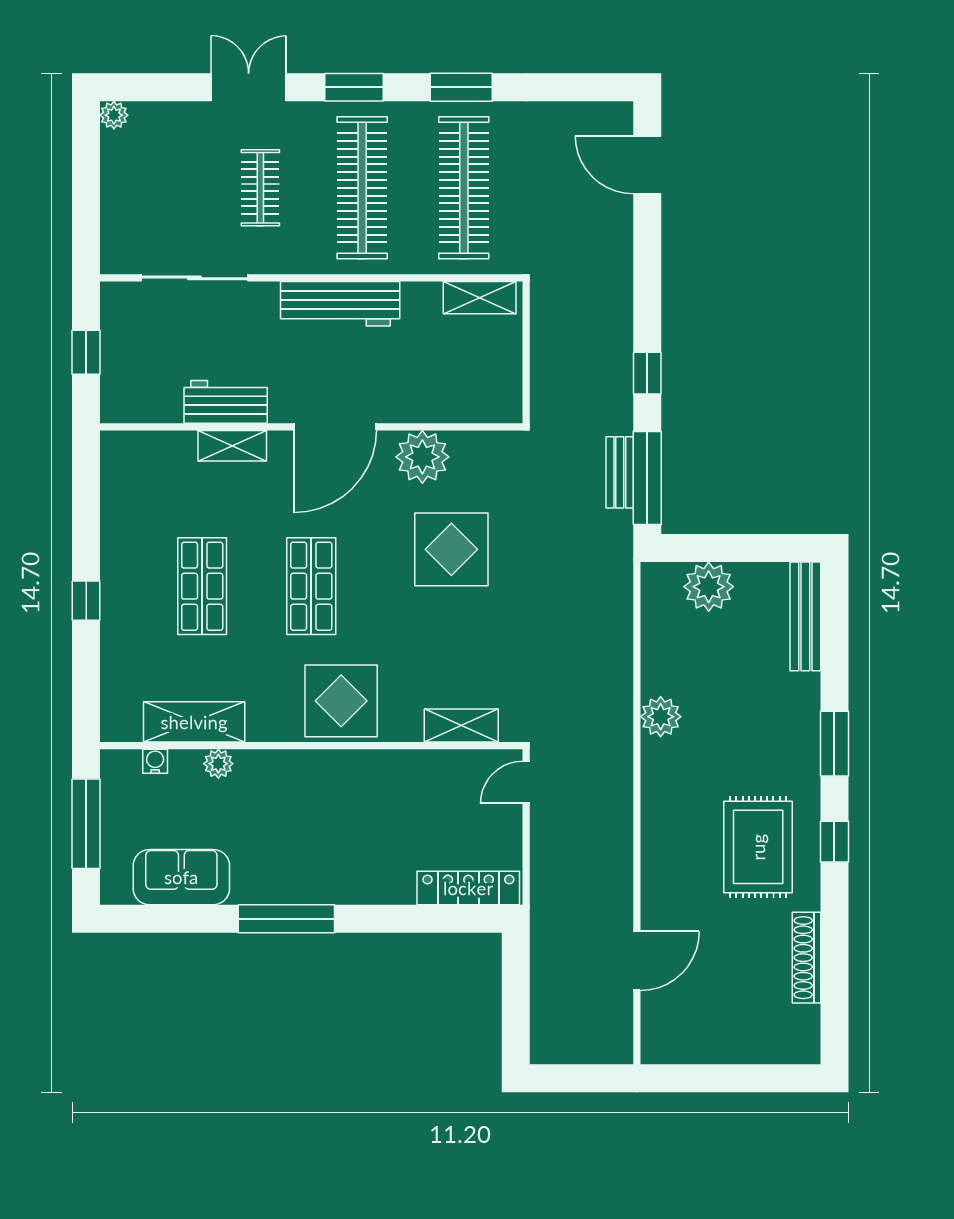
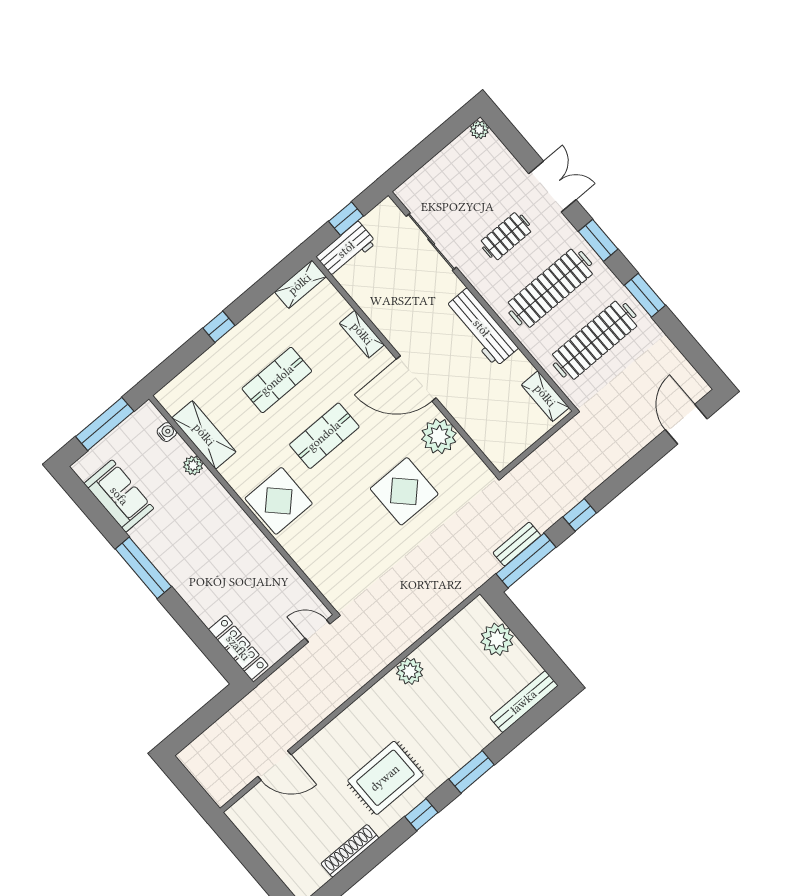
workbench: (226, 402) -> (346, 250), moved, turned 90
shelving: (461, 726) -> (300, 284), moved, turned 90

